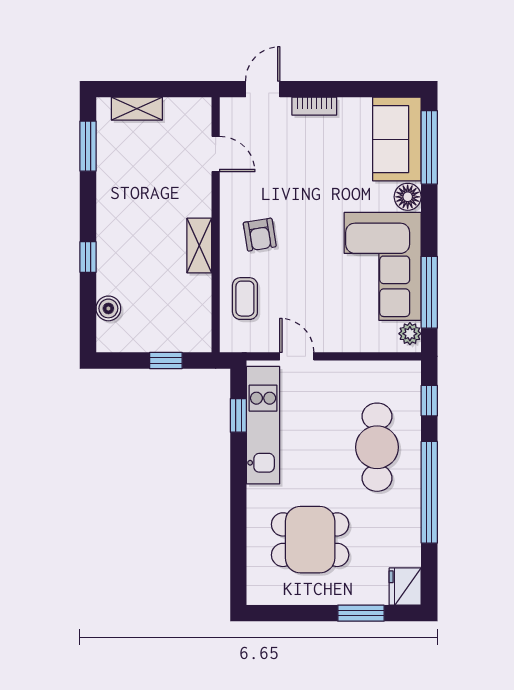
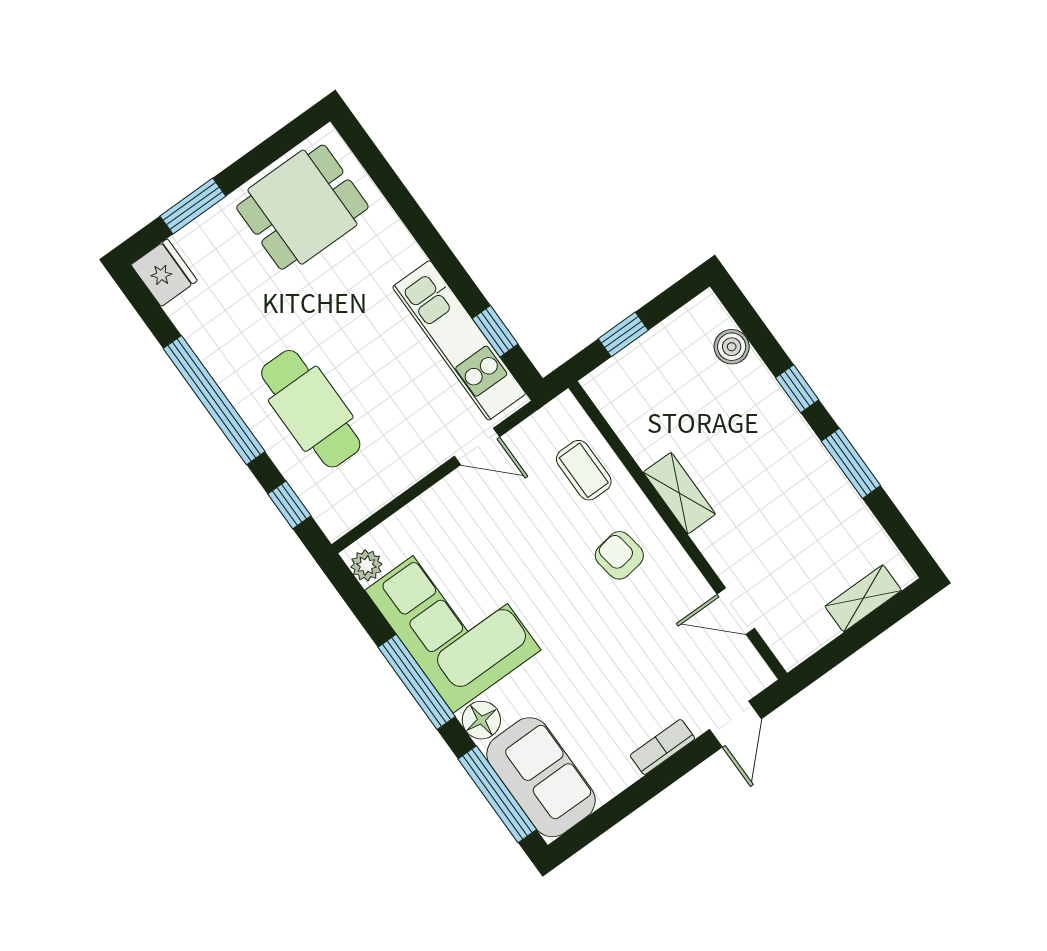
window: (88, 146) -> (851, 463), moved
window: (429, 292) -> (417, 682), moved
dining table: (310, 540) -> (302, 207), moved

